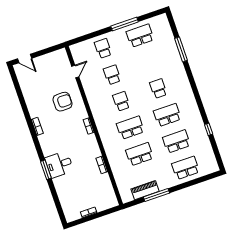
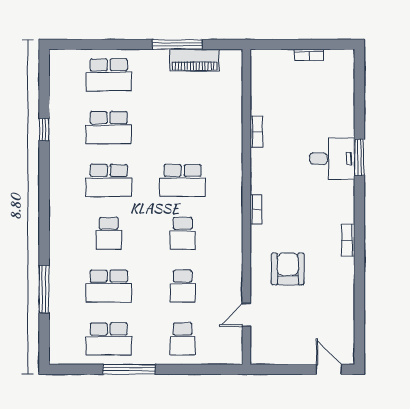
armchair: (62, 102) -> (288, 269), turned 90
school desk: (139, 154) -> (109, 286), moved

